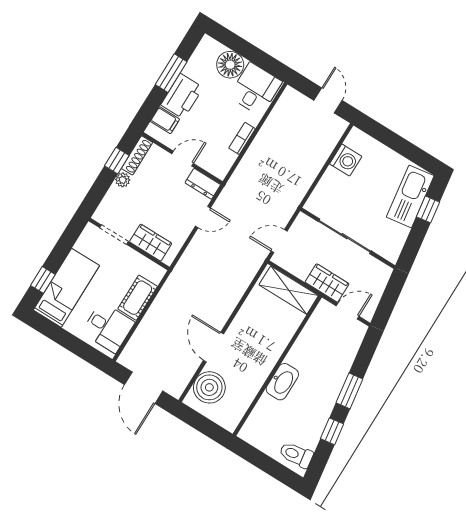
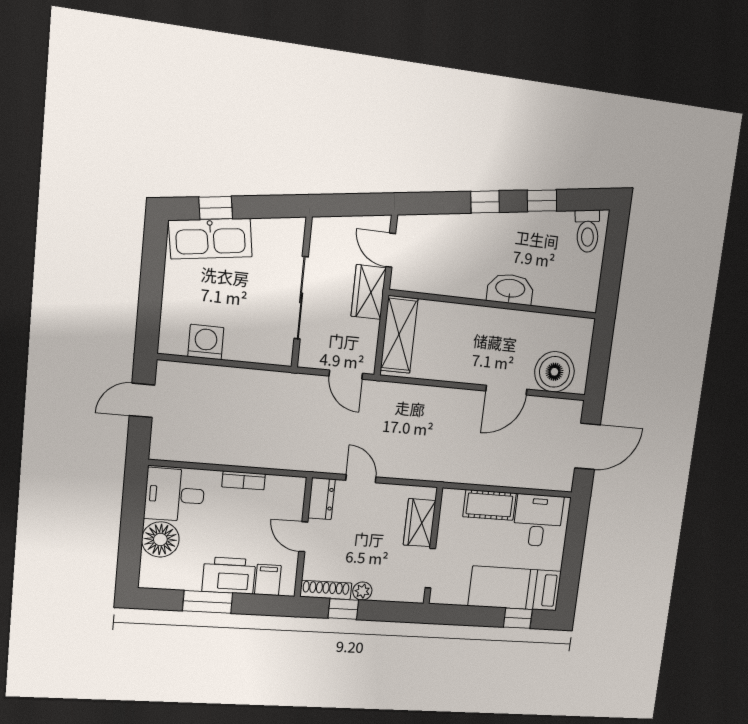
window: (349, 391) -> (485, 202), width x0.67

